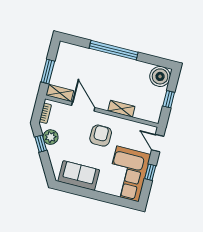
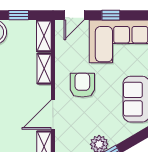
shelving: (147, 115) -> (44, 36), added
armchair: (101, 136) -> (82, 85), turned 90

